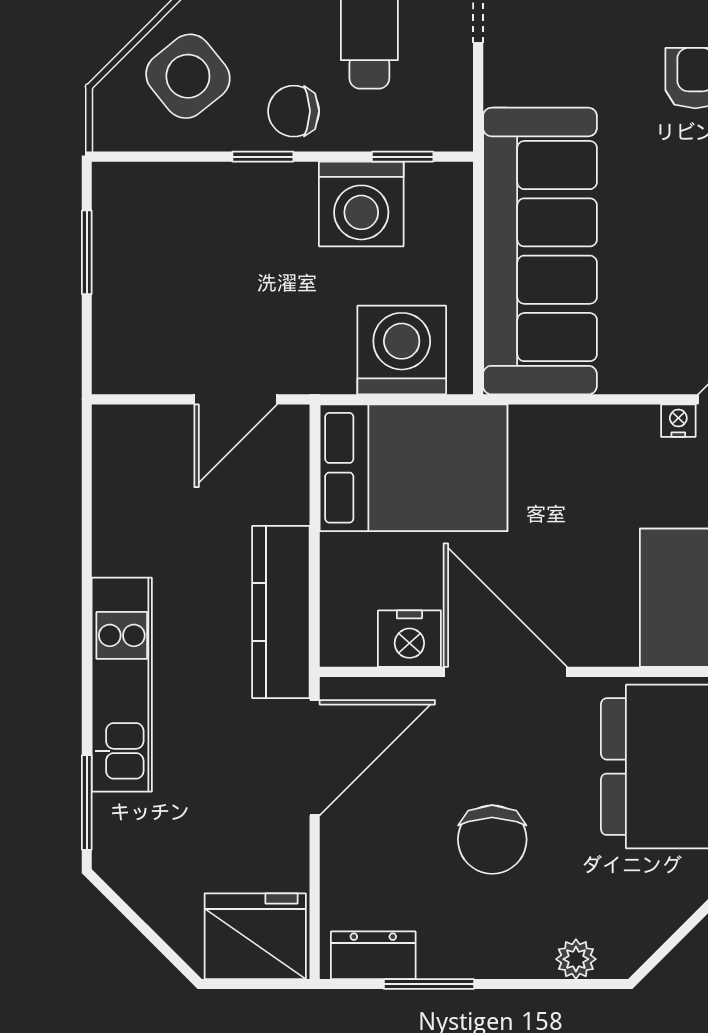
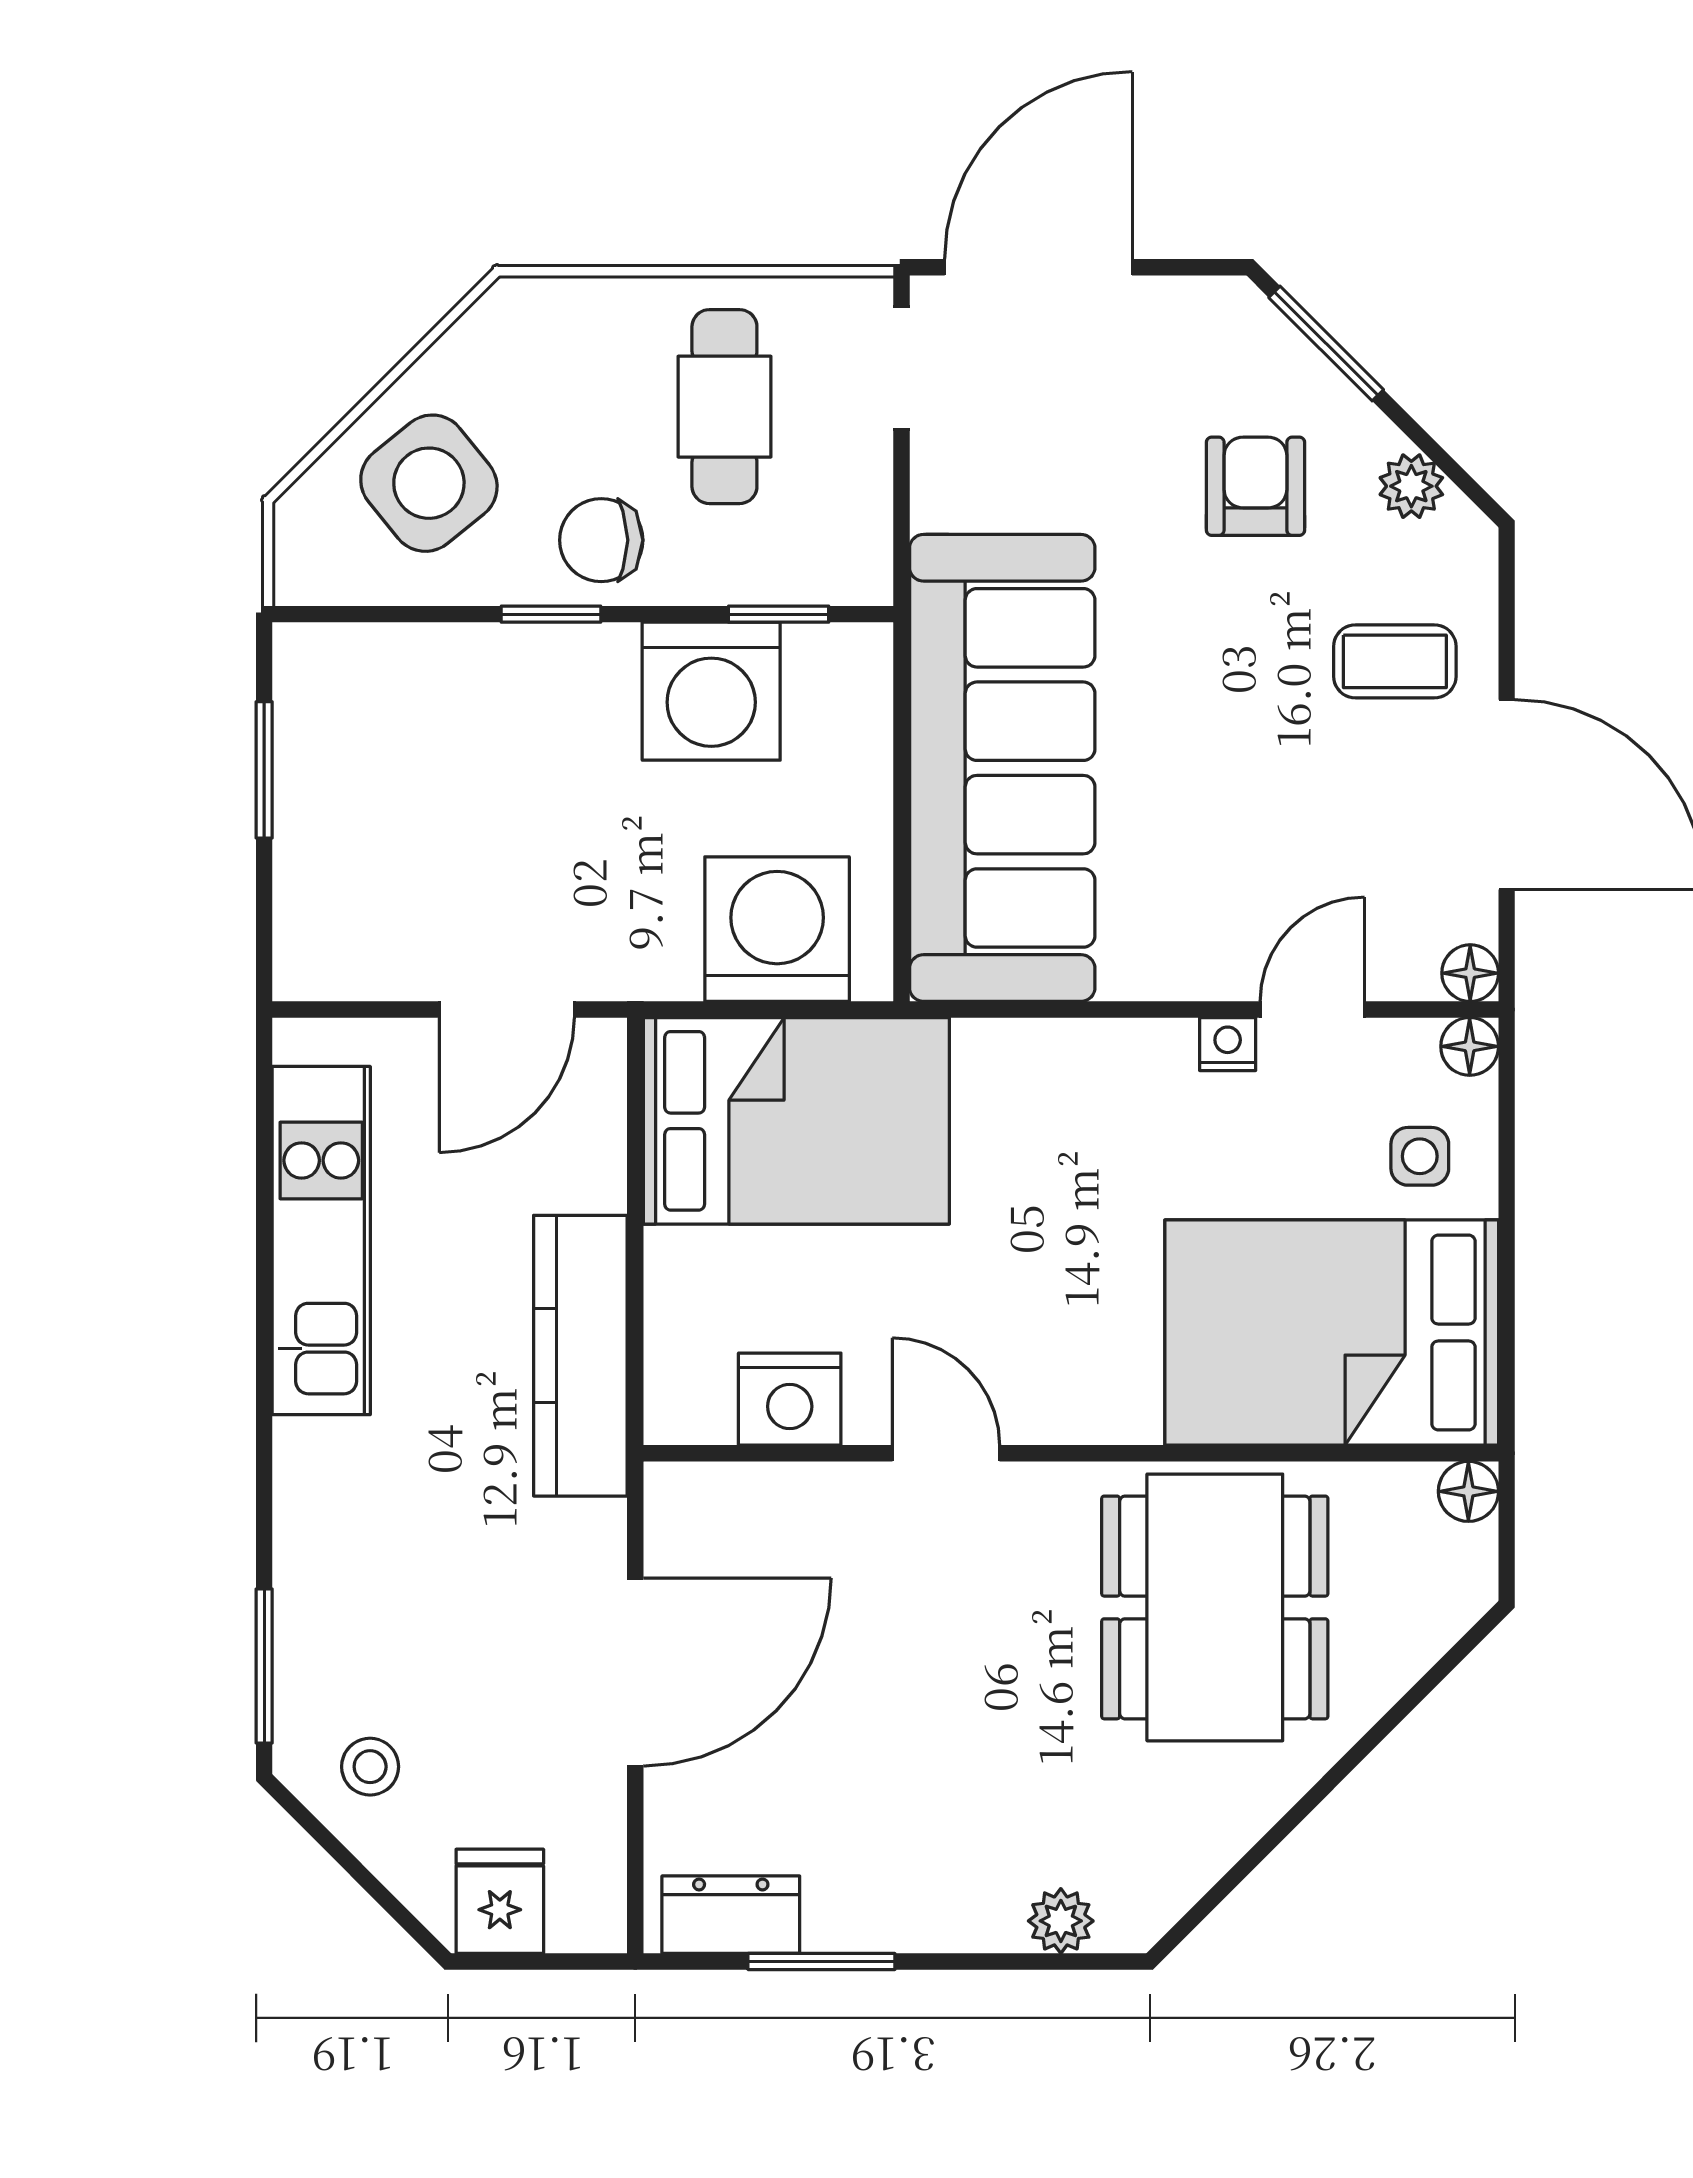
door: (505, 672) -> (946, 1453), width x0.53
kitchen unit: (122, 685) -> (321, 1241), moved
door: (315, 758) -> (635, 1672), moved
chair: (492, 839) -> (925, 1726), removed
stool: (152, 864) -> (370, 1767), added
fridge: (255, 936) -> (500, 1901), width x0.53, depth x0.75

